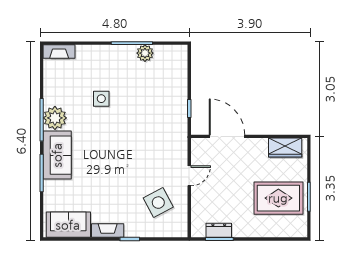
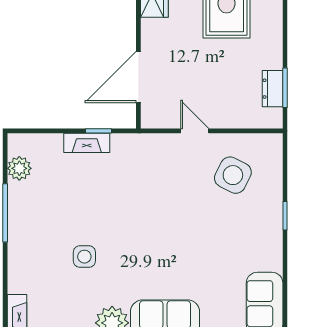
plant: (145, 53) -> (19, 168), moved
side table: (158, 203) -> (233, 175), turned -35
fireplace: (108, 231) -> (87, 143), moved, turned -90

